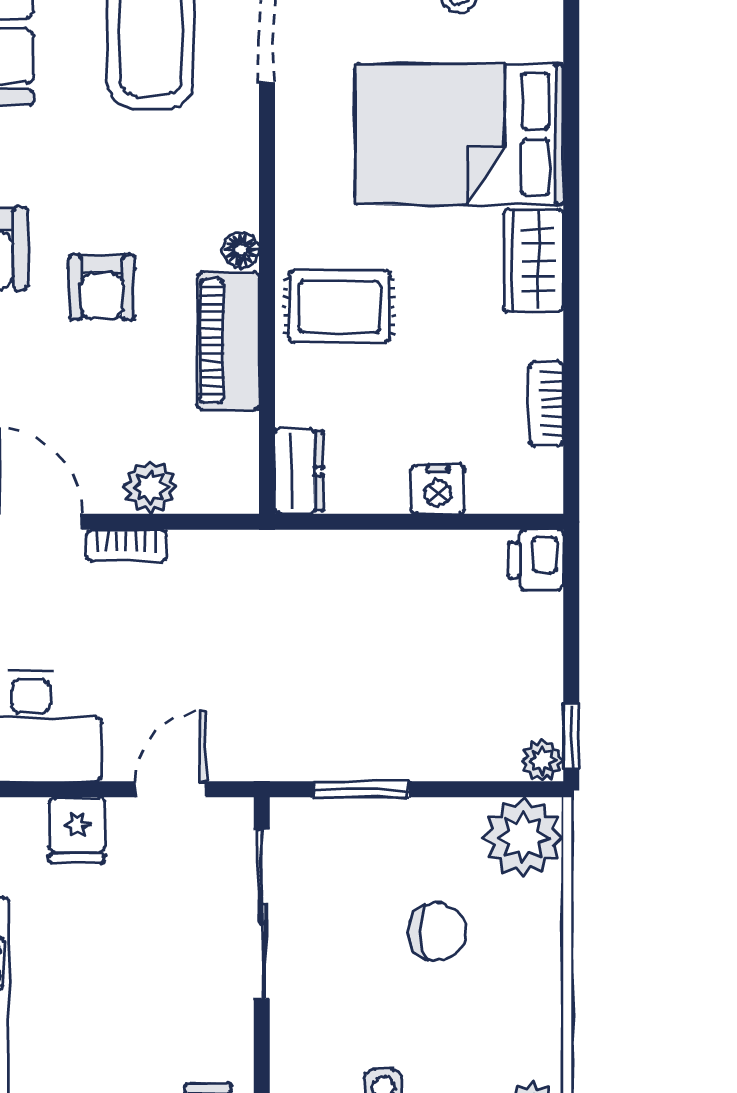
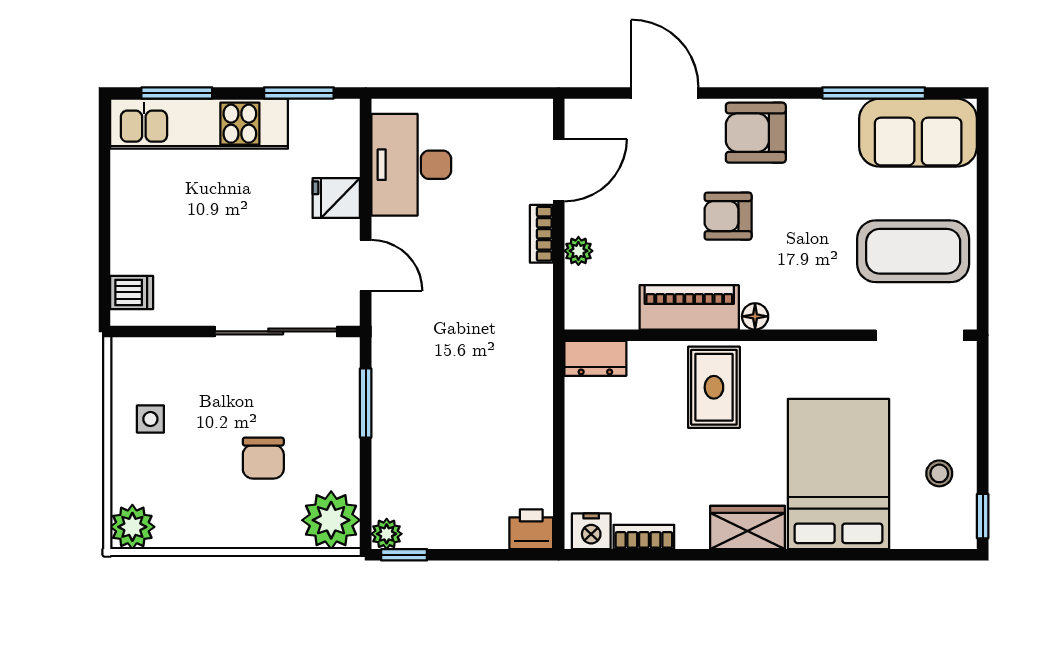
plant: (150, 487) -> (578, 251), width x0.73, depth x0.73
nightstand: (438, 489) -> (591, 531), moved, turned -90

